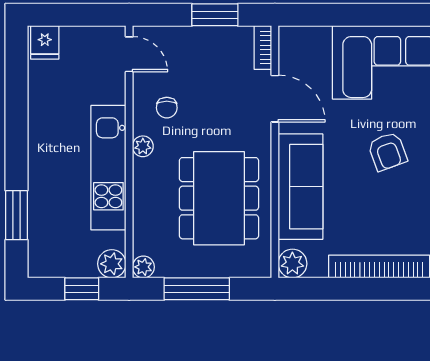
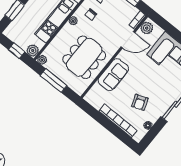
door: (275, 99) -> (128, 40), hinge flipped
armchair: (387, 151) -> (140, 102), moved
sofa: (300, 187) -> (113, 75), width x0.73
plant: (292, 264) -> (147, 28), moved

